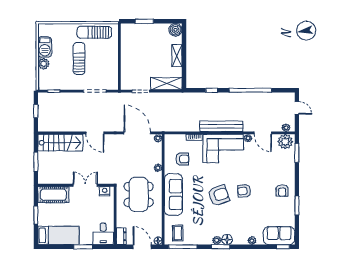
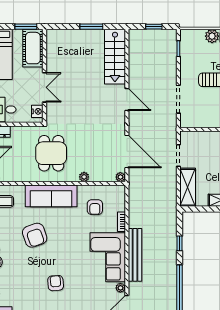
door: (95, 133) -> (127, 99), swing flipped
door: (137, 133) -> (127, 151), hinge flipped
wall: (76, 185) -> (44, 76), moved
double door: (85, 185) -> (44, 87), moved
nightstand: (105, 191) -> (37, 111), moved
dining table: (139, 194) -> (51, 153), width x0.73
cot: (53, 195) -> (33, 48), moved
armchair: (219, 195) -> (35, 235), moved

